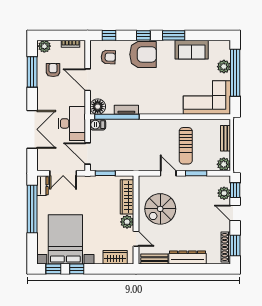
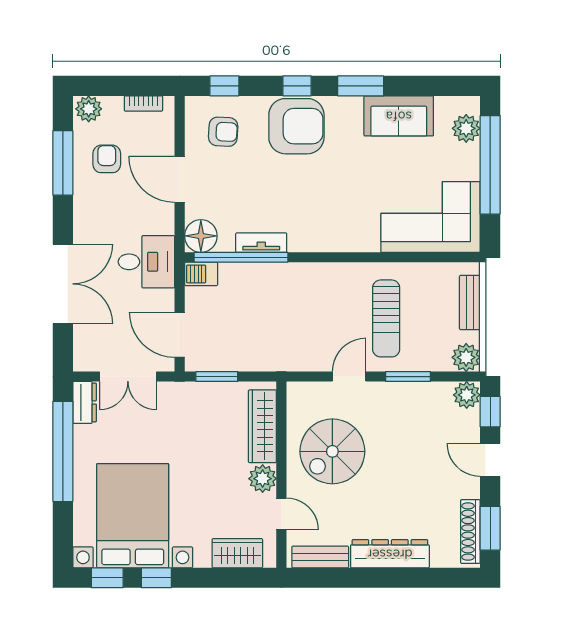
plant: (224, 67) -> (466, 128), moved
desk: (72, 123) -> (146, 262), width x0.73
door: (168, 173) -> (349, 377), hinge flipped
plant: (224, 193) -> (467, 395), moved

